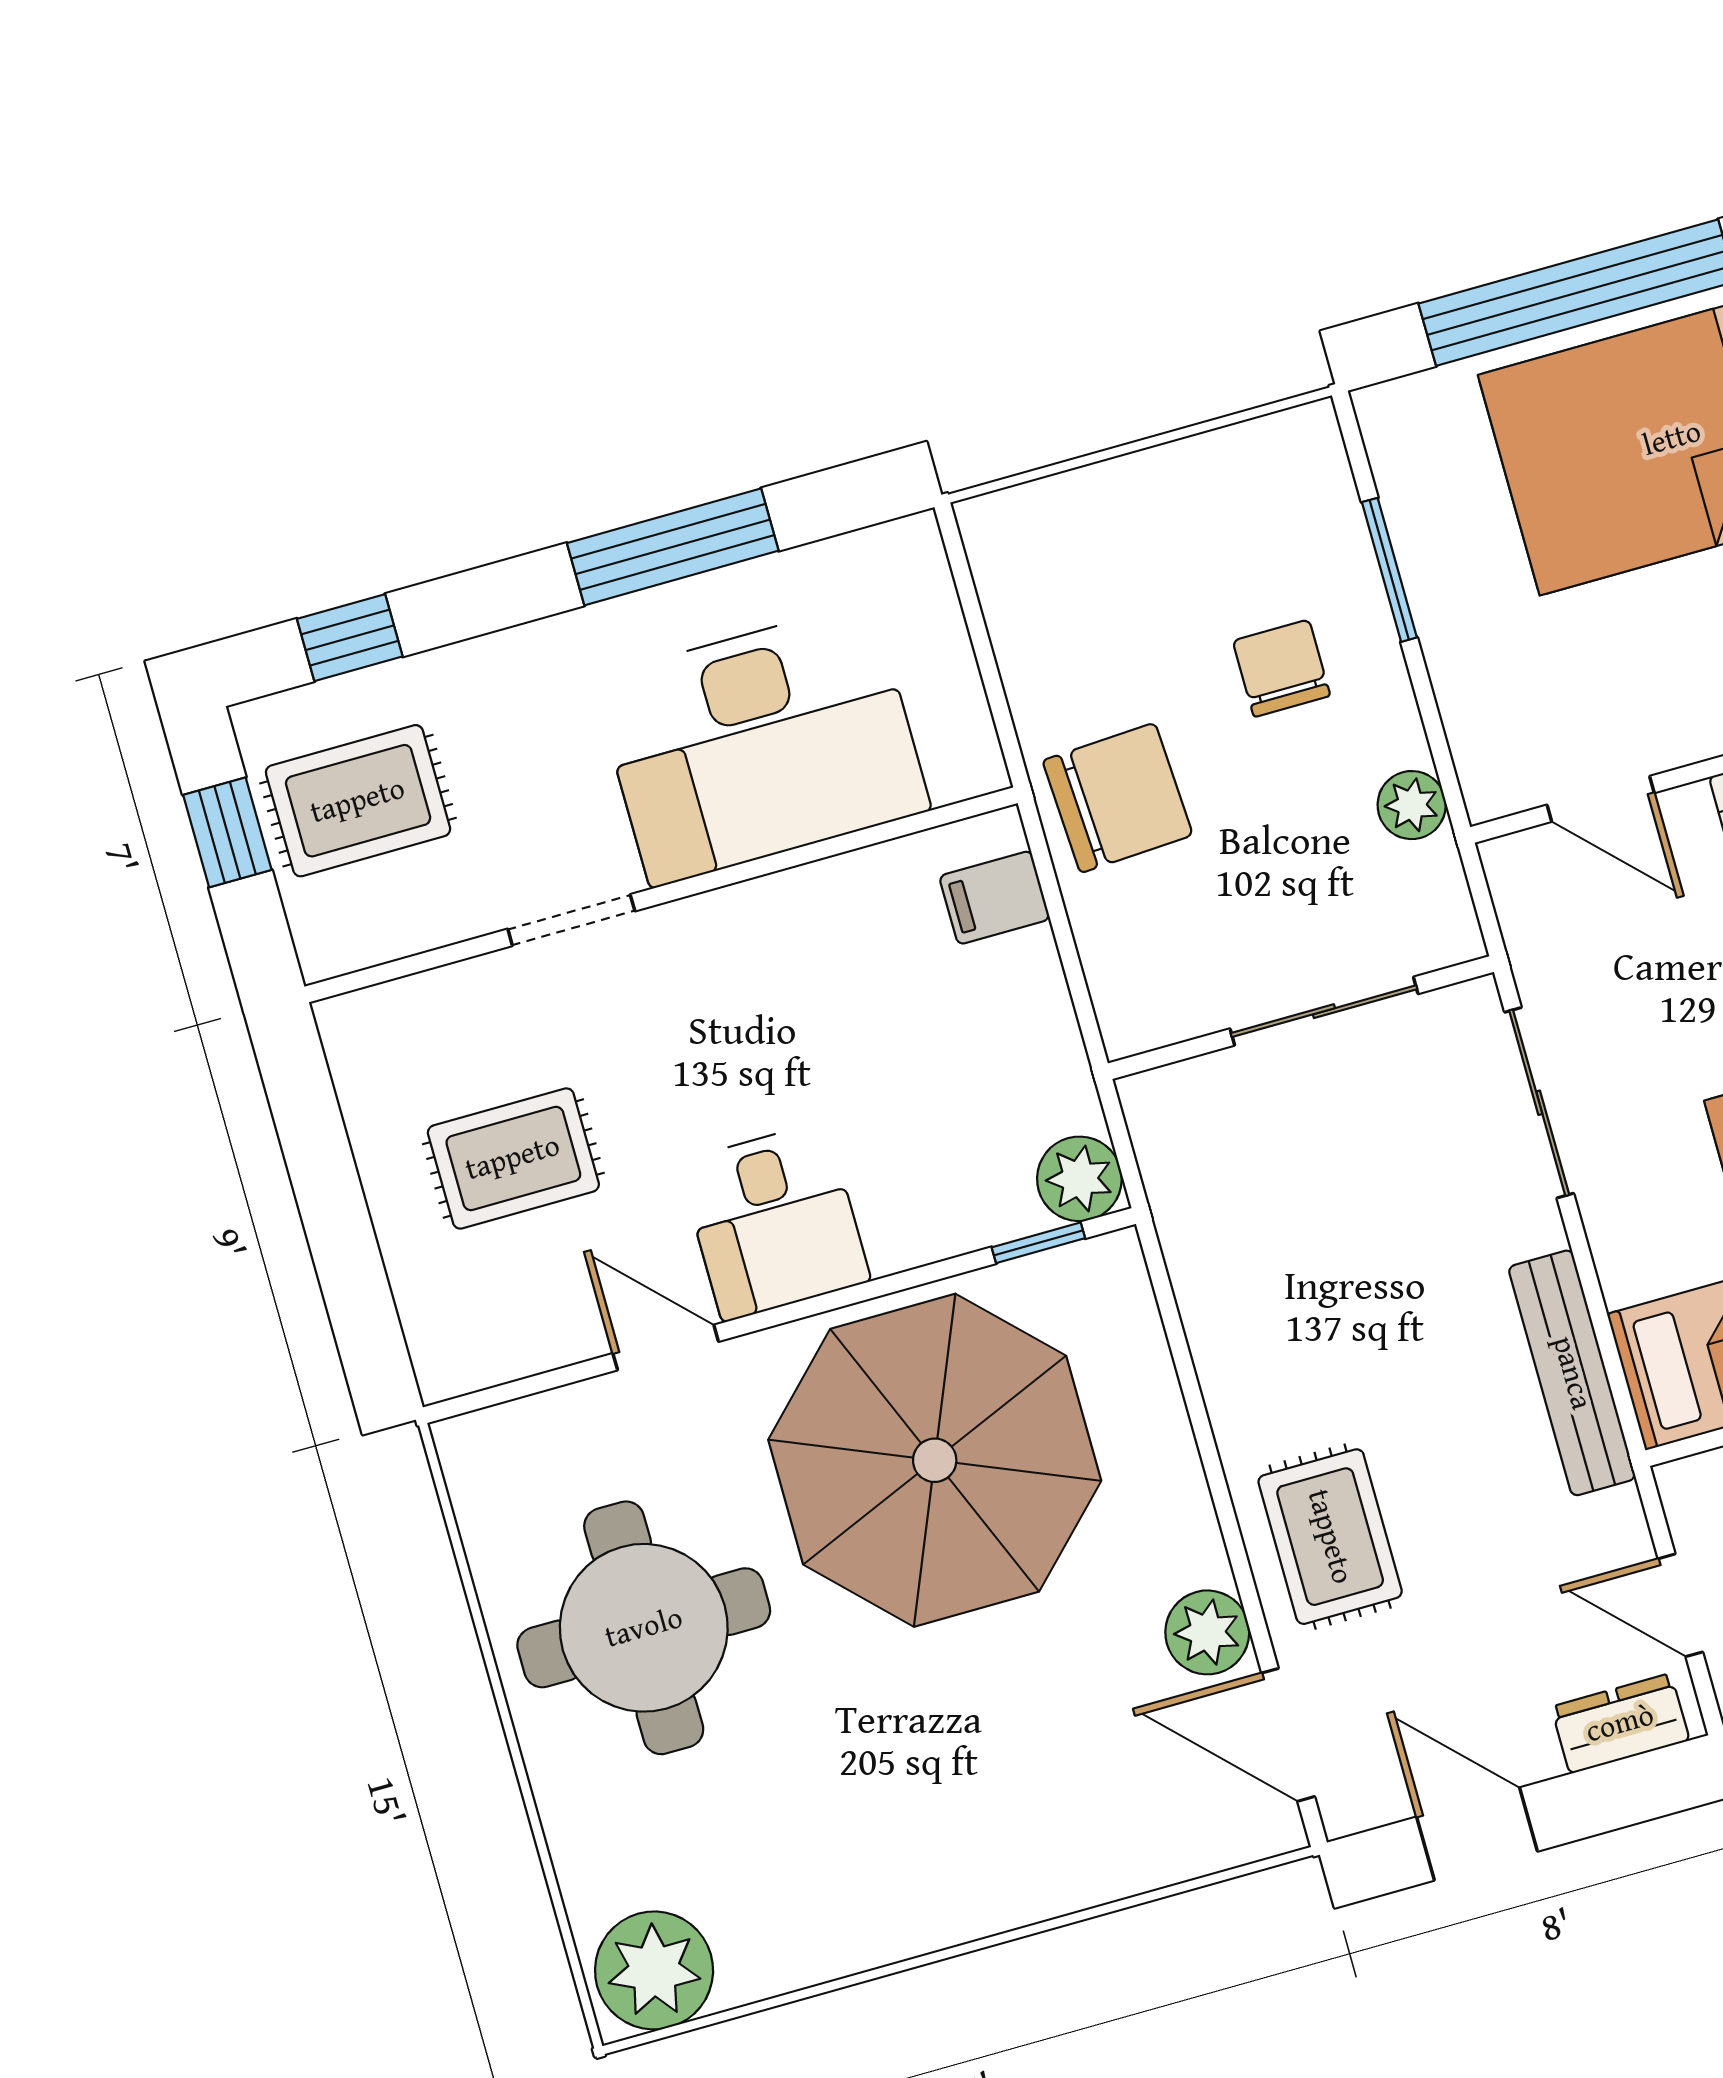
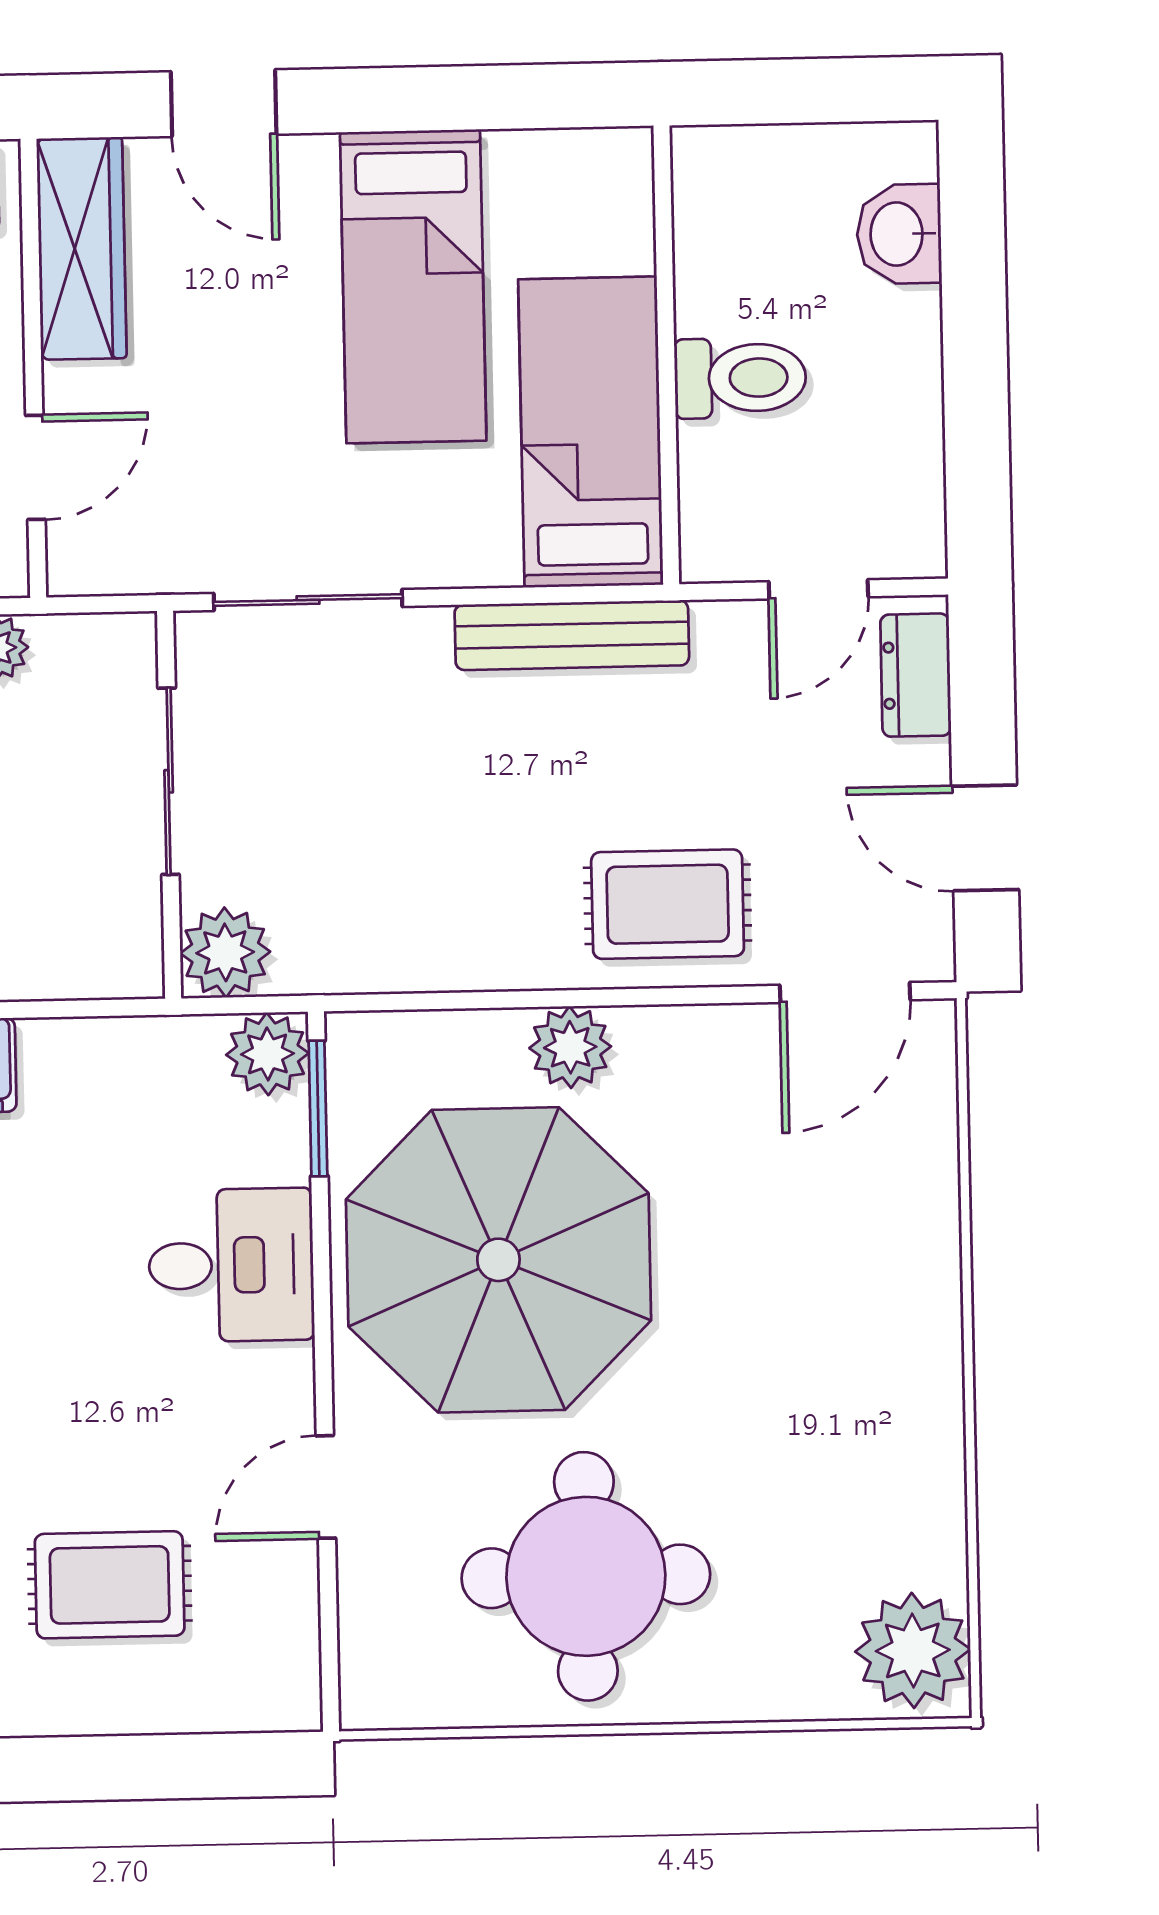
plant: (1169, 1111) -> (225, 952), added
rug: (513, 1158) -> (110, 1585), turned 90
desk: (774, 1221) -> (231, 1265), moved
window: (1038, 1243) -> (318, 1108), width x1.50
plant: (1207, 1632) -> (570, 1047), moved
door: (1477, 1834) -> (985, 838), hinge flipped

